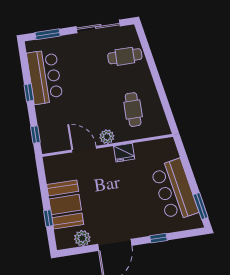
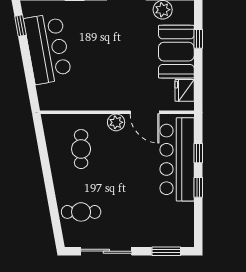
bar counter: (45, 77) -> (177, 159), moved, width x1.36
window: (35, 135) -> (198, 153), moved
fridge: (124, 153) -> (185, 90), moved, turned -90
window: (201, 206) -> (20, 26), width x0.67

